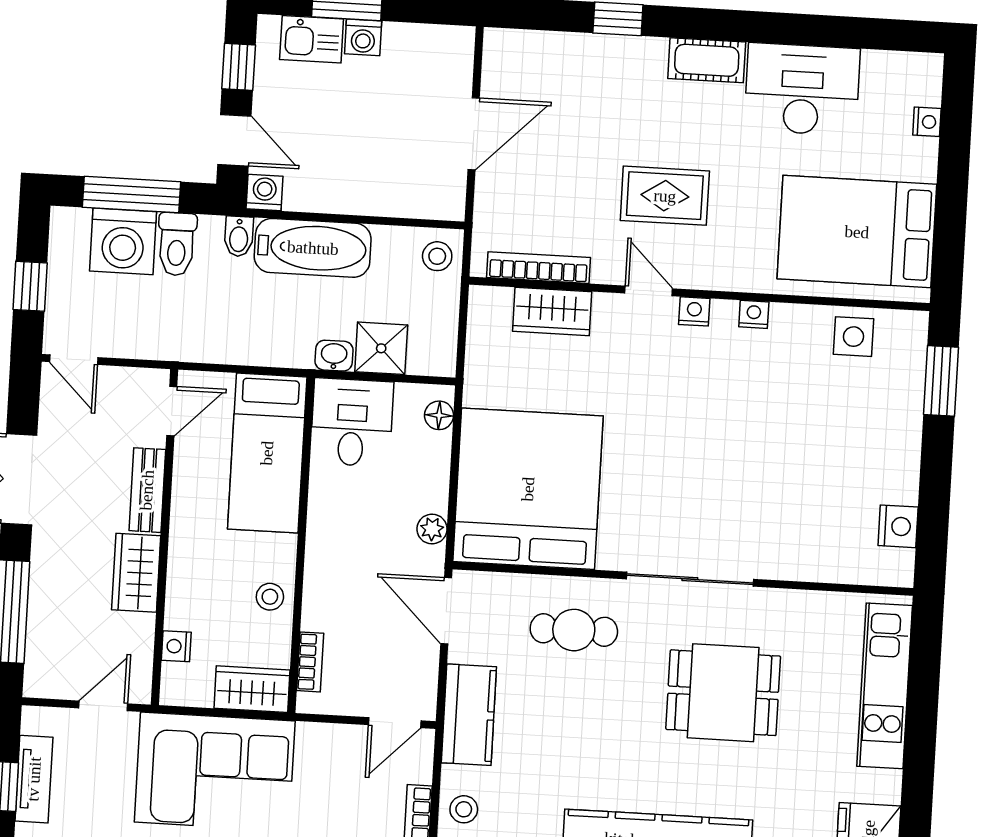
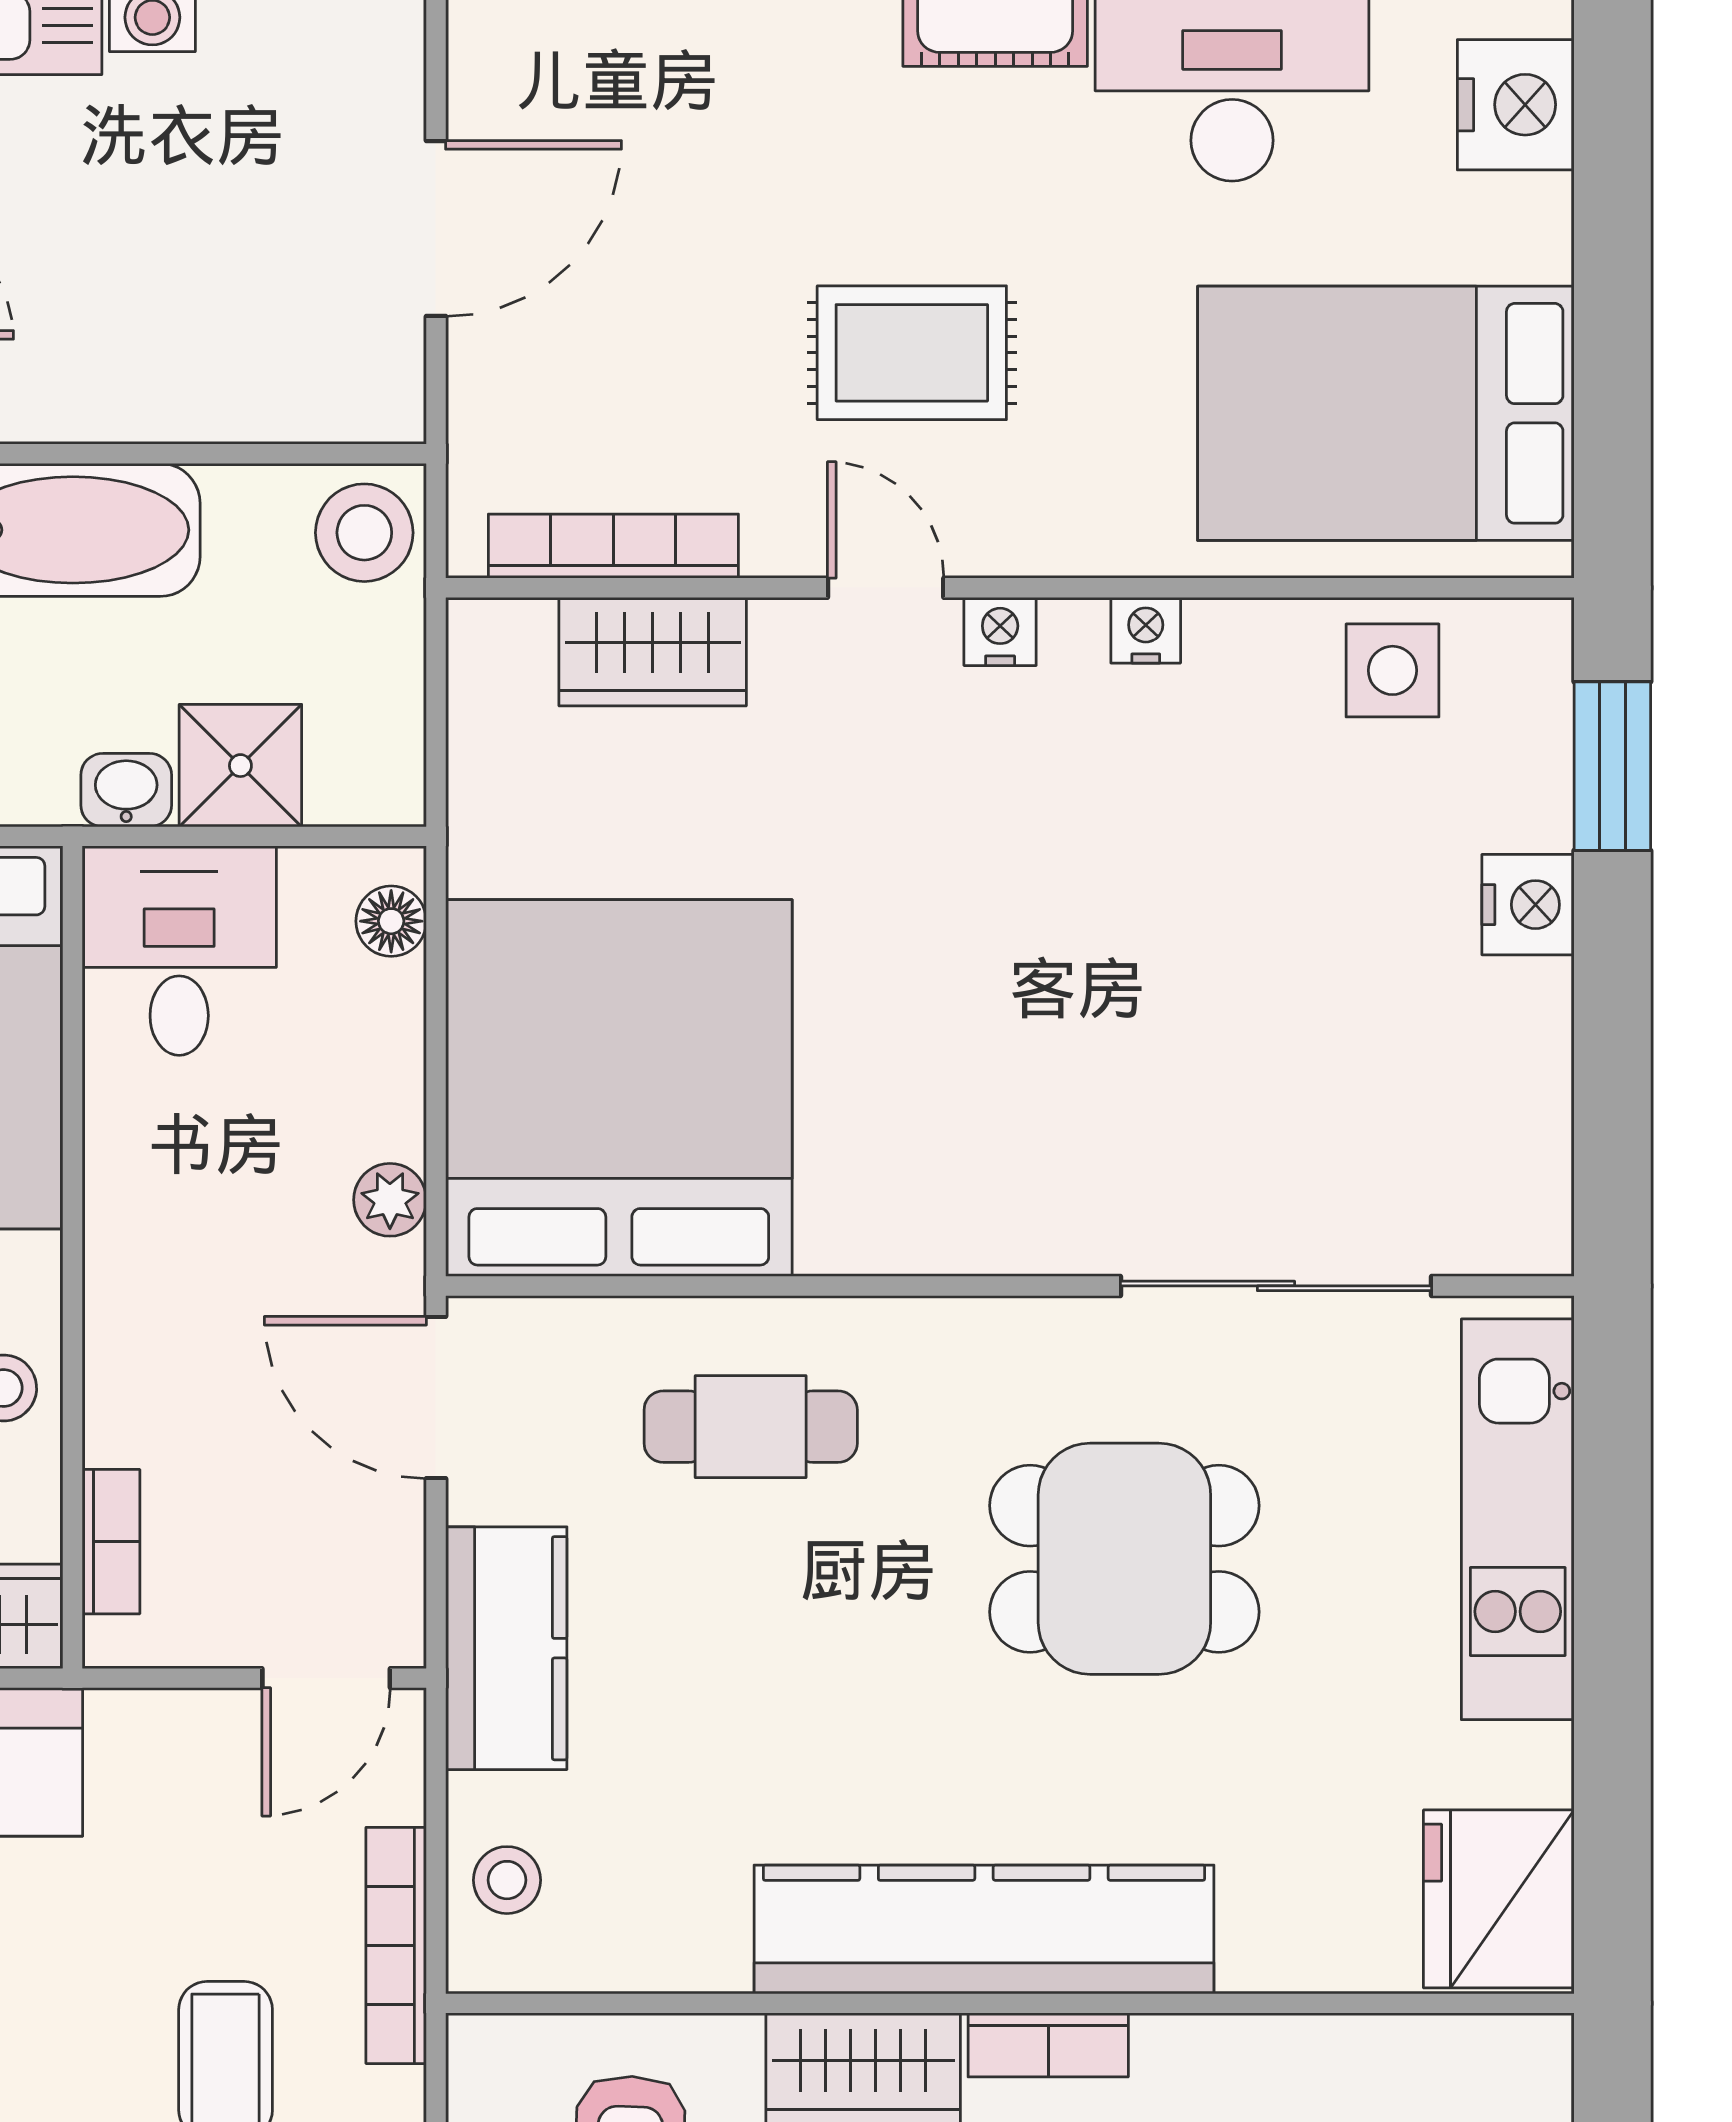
nightstand: (927, 122) -> (1516, 105), width x1.89, depth x1.79
stool: (437, 256) -> (364, 533), width x1.37, depth x1.37
nightstand: (898, 526) -> (1528, 905), moved
sliding door: (690, 579) -> (1276, 1286), moved

